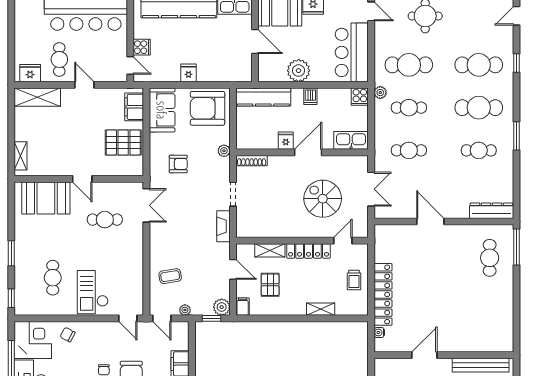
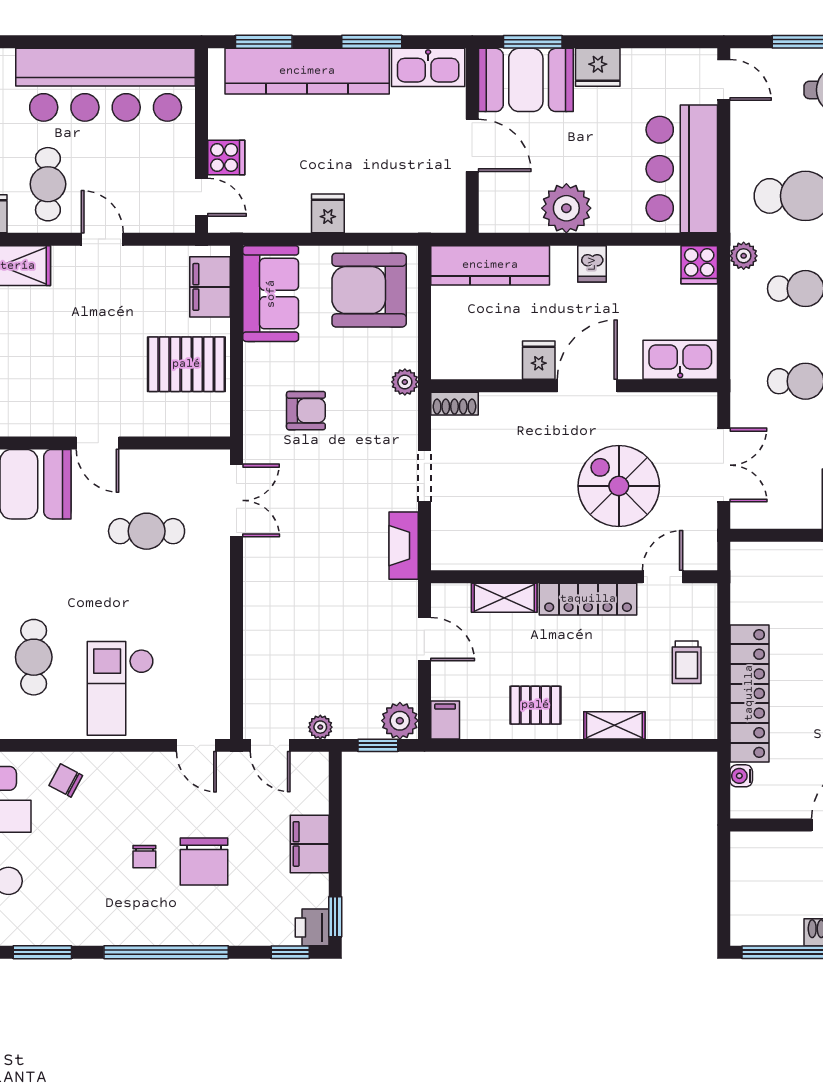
shoe rack: (252, 161) -> (454, 404), width x0.70
coffee table: (170, 276) -> (288, 654), removed
pallet: (270, 285) -> (535, 705), moved, turned 90

